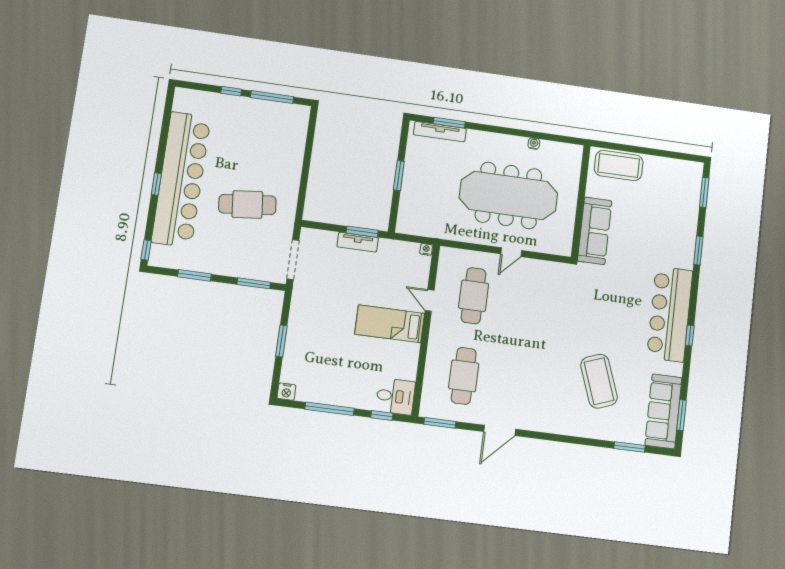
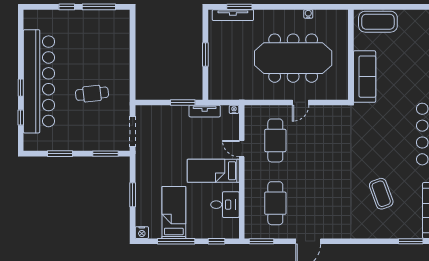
cafe table: (247, 205) -> (92, 94), width x0.73, depth x0.74
tv unit: (358, 242) -> (205, 111), moved
window: (146, 250) -> (21, 117), moved
bed: (332, 371) -> (174, 212), added
coffee table: (599, 381) -> (381, 194), width x0.73, depth x0.76
desk: (395, 396) -> (225, 205), moved

